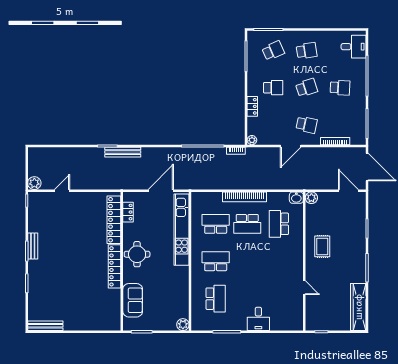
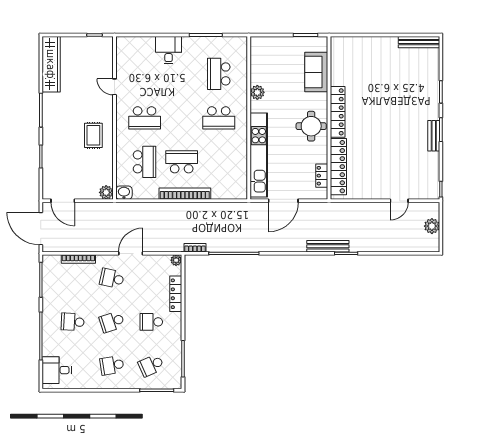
locker: (252, 106) -> (176, 294), width x1.53
plant: (34, 183) -> (432, 226), moved
school desk: (216, 224) -> (145, 118), moved
plant: (183, 325) -> (257, 92), moved

